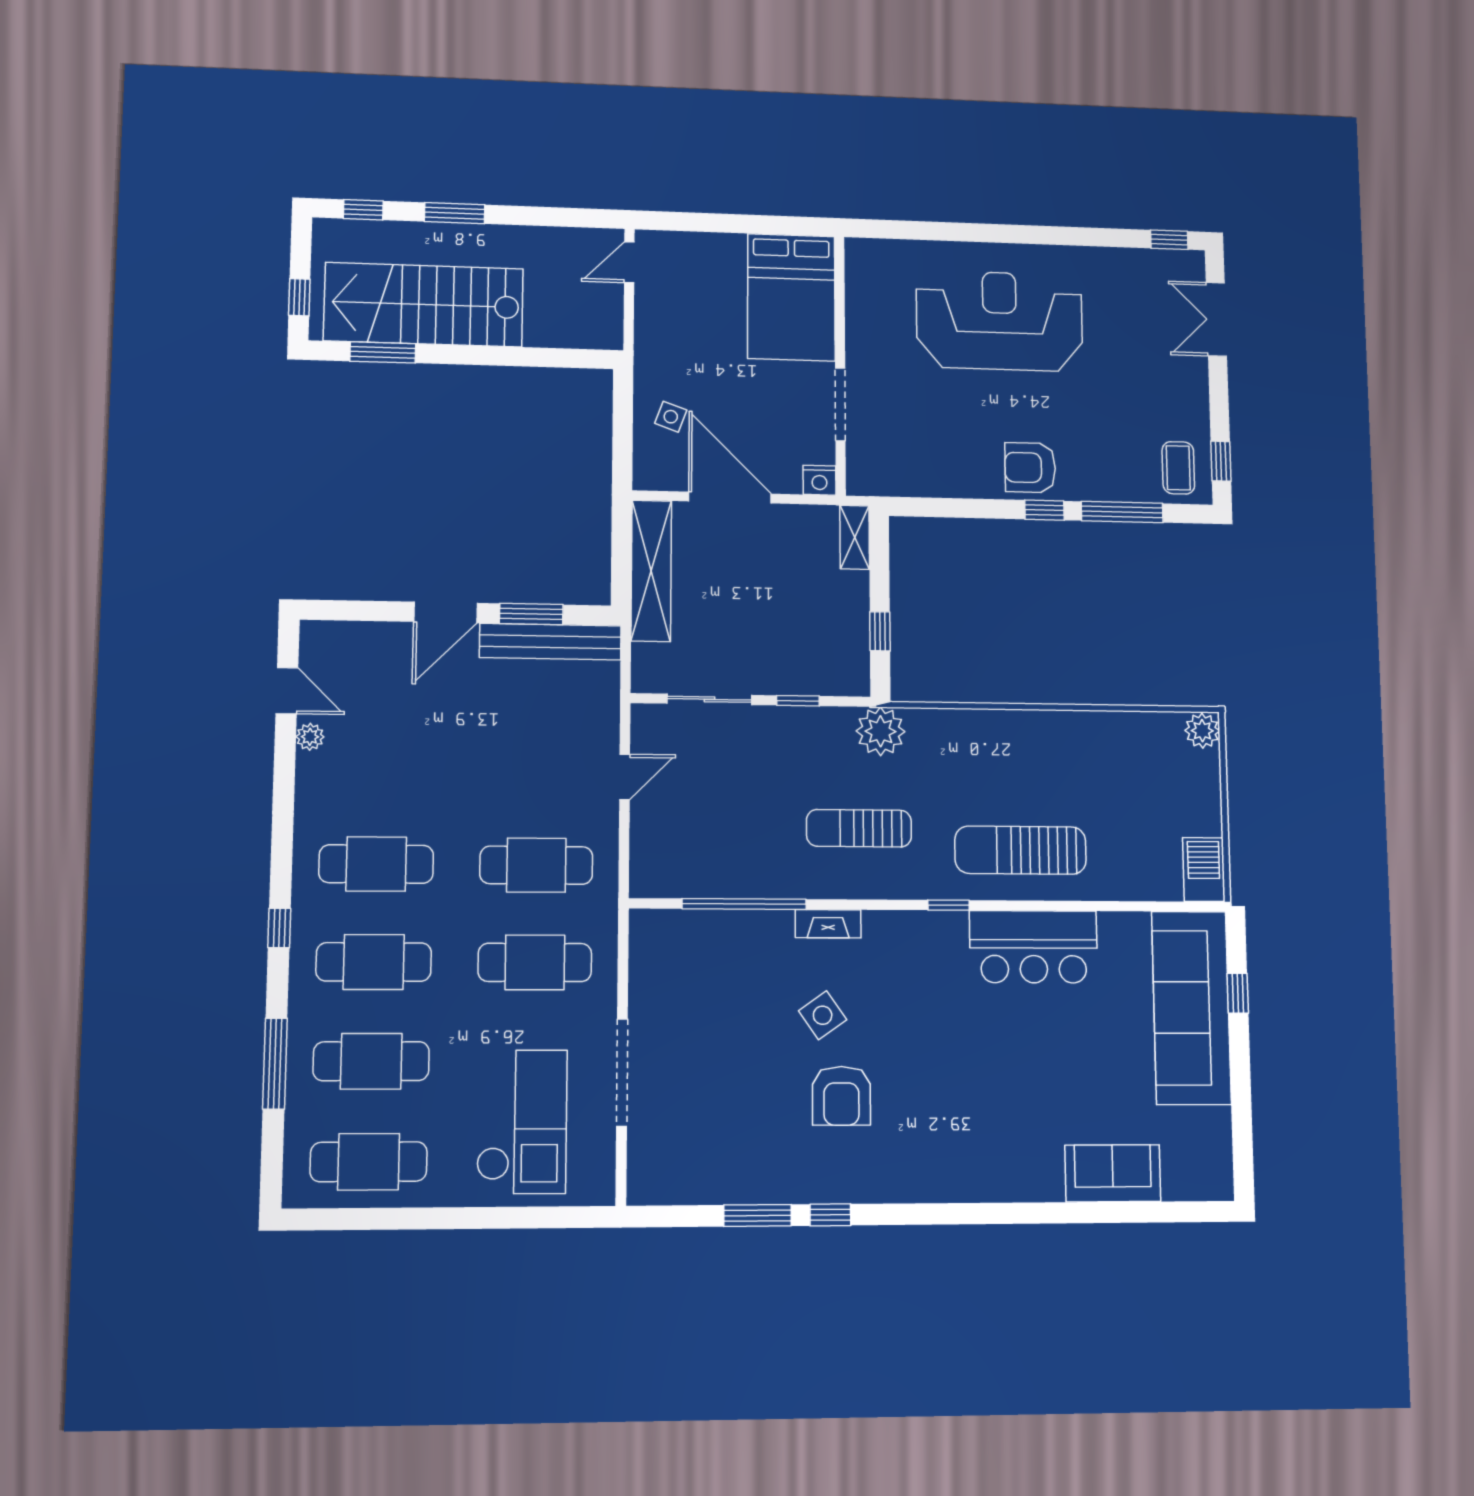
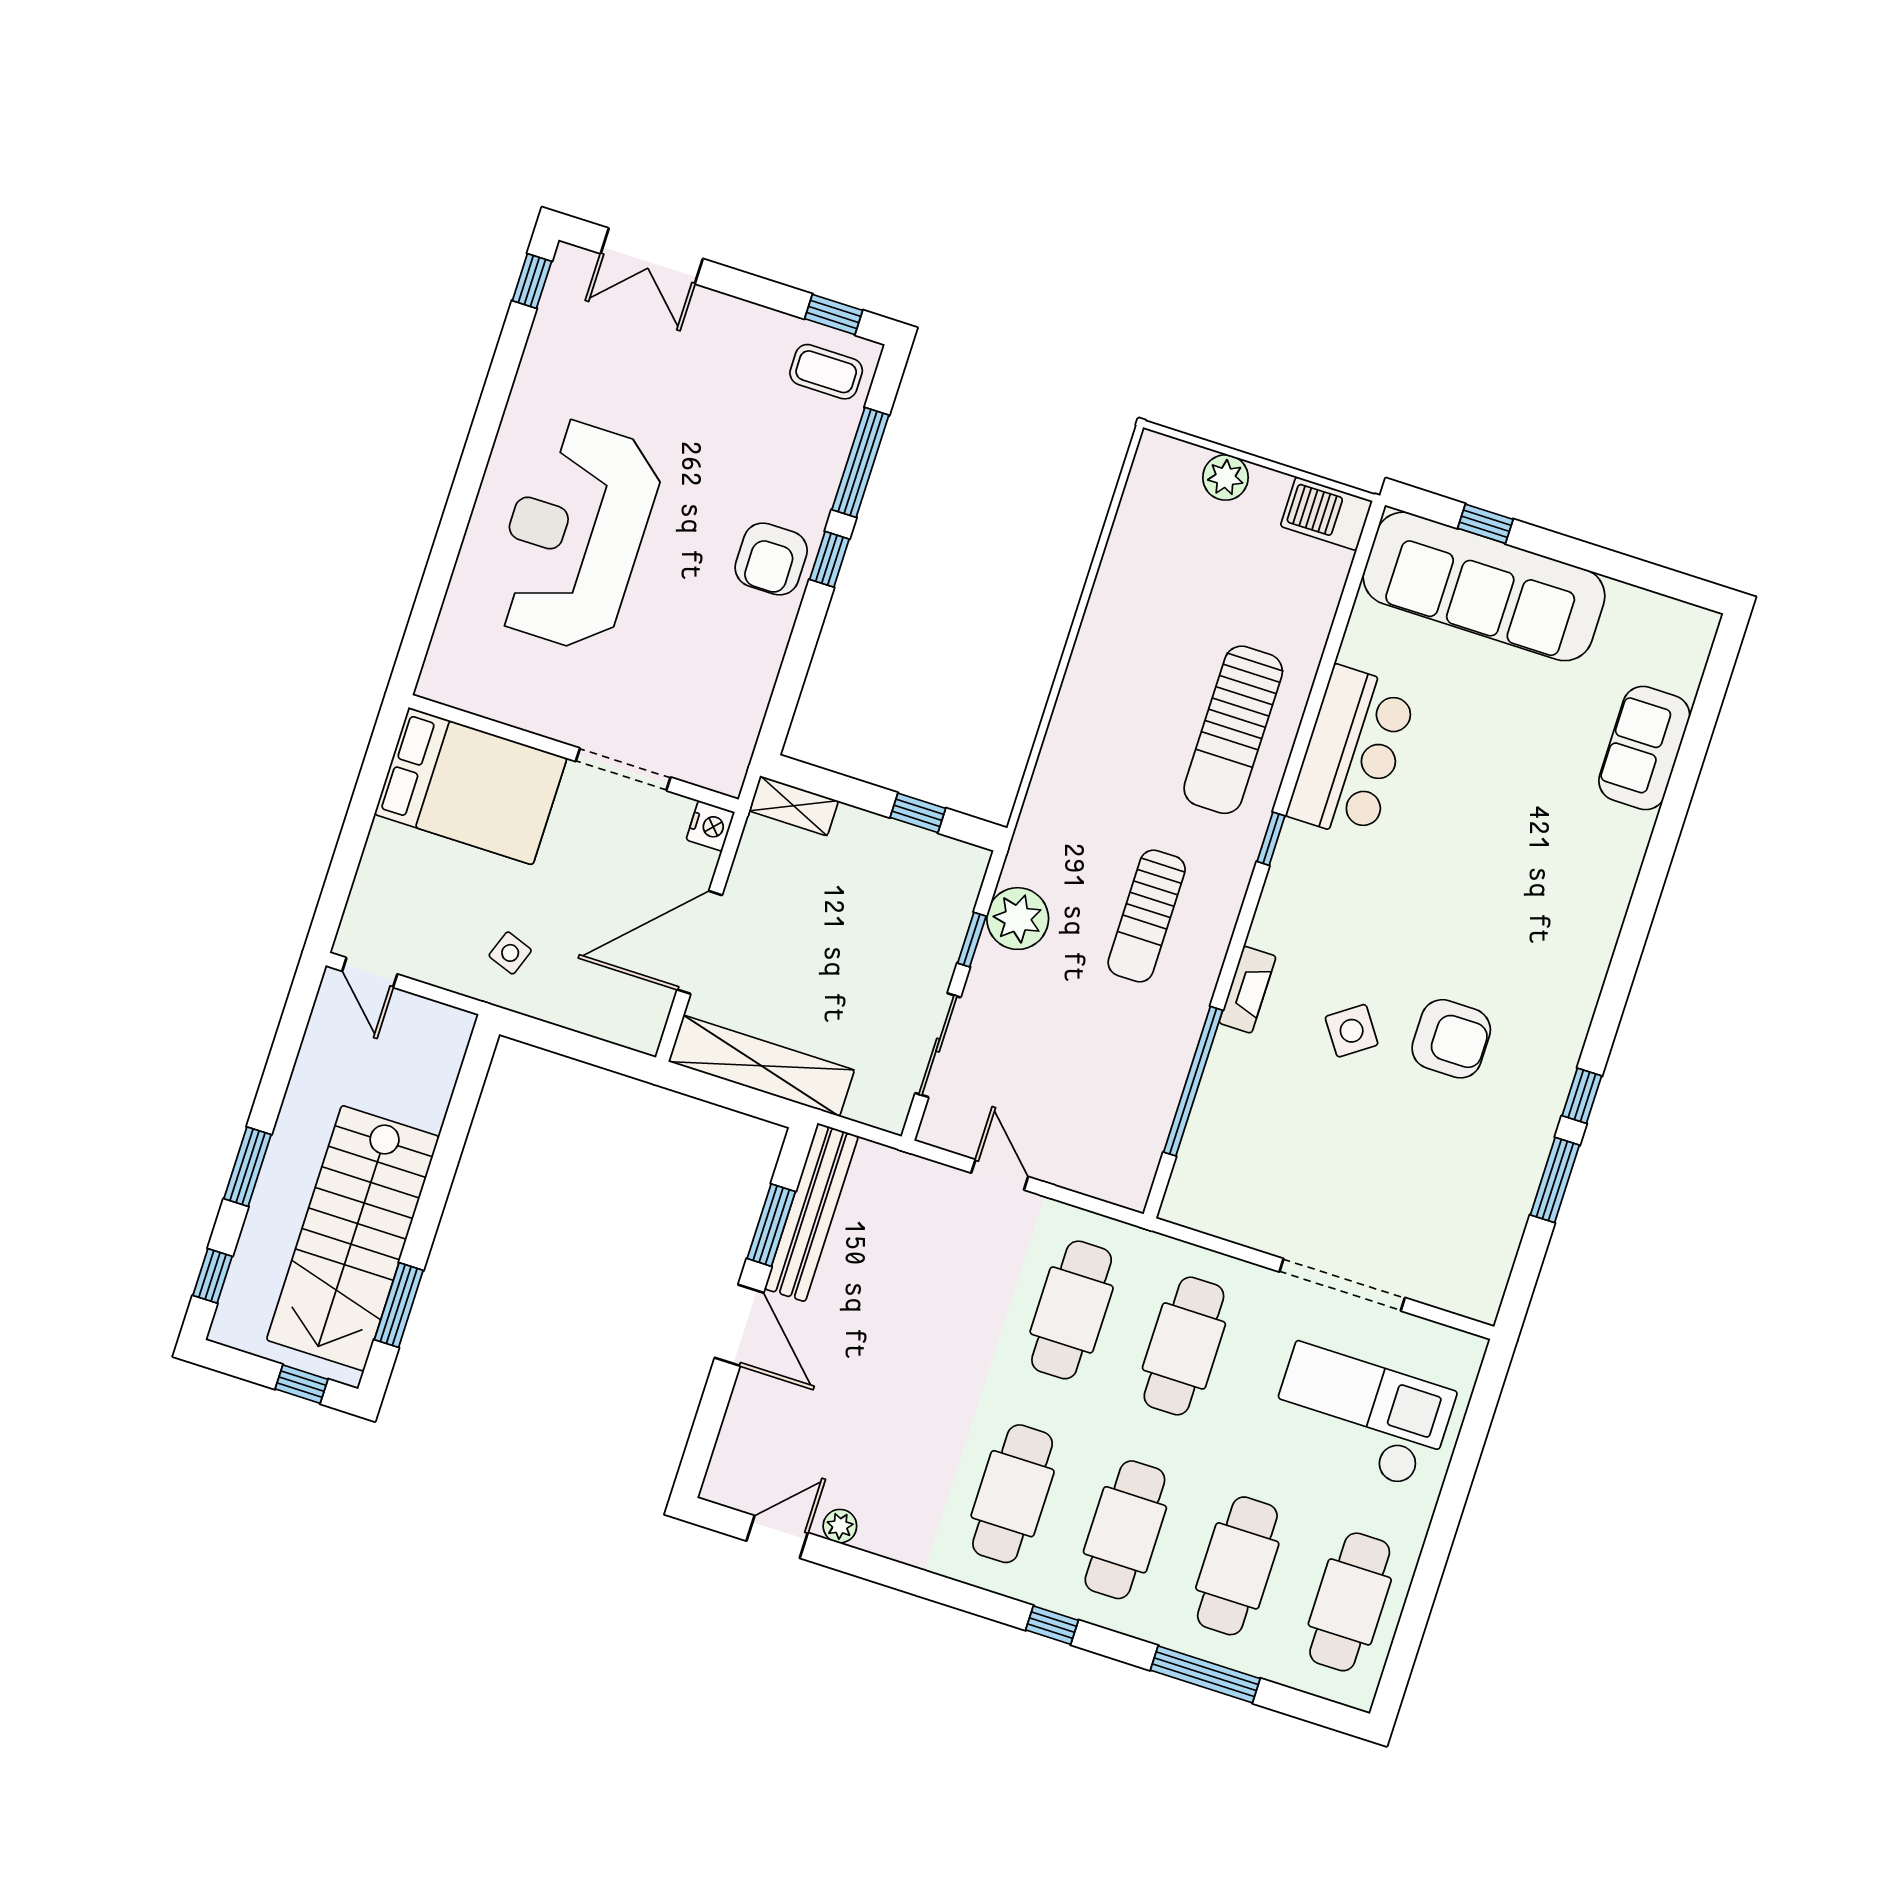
side table: (671, 417) -> (510, 953), moved
plant: (880, 731) -> (1018, 919), moved
plant: (1202, 731) -> (1225, 477), moved

